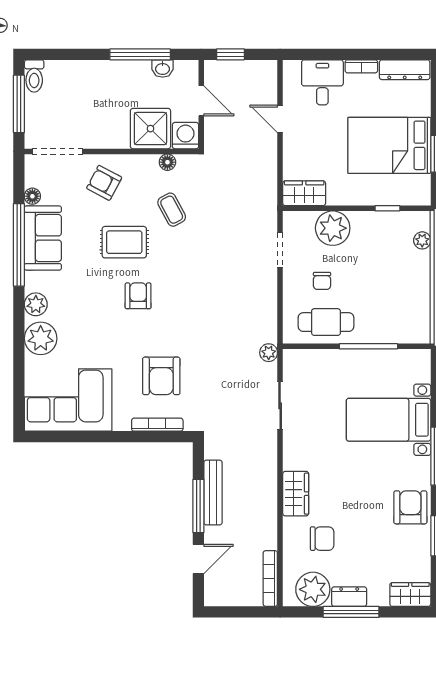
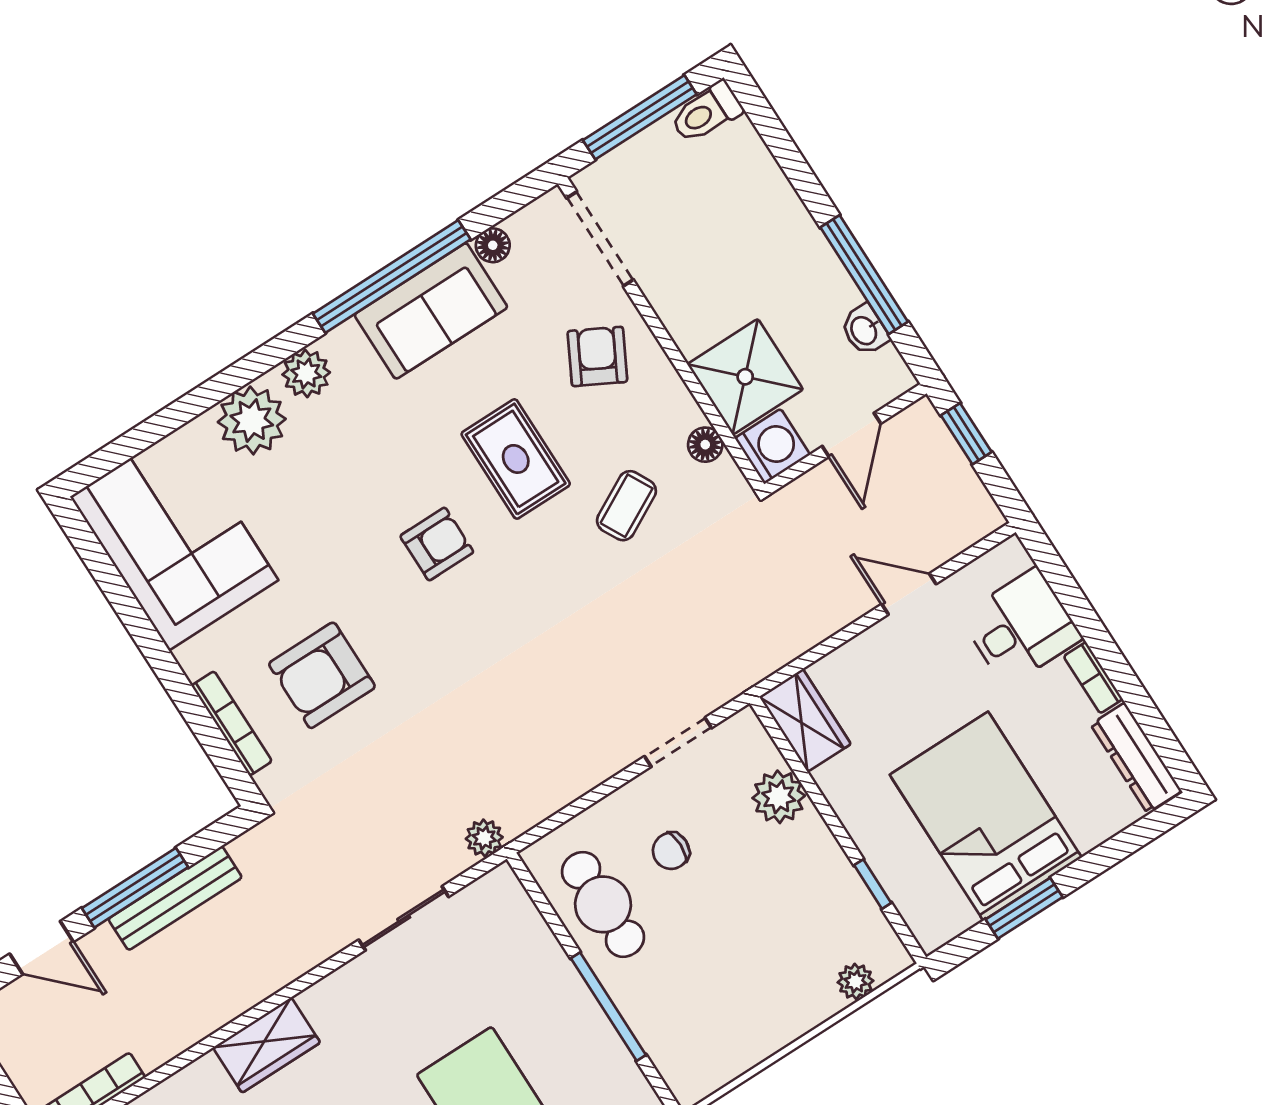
door: (280, 119) -> (909, 594), hinge flipped
plant: (333, 228) -> (779, 797), width x0.73, depth x0.73

